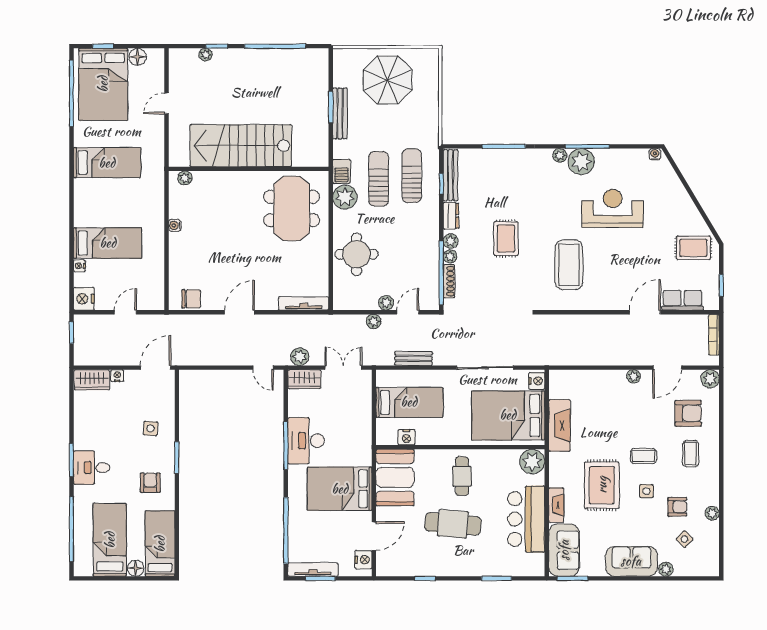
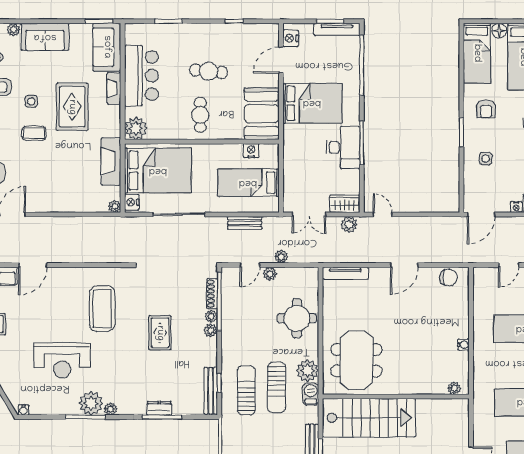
stairs: (241, 146) -> (369, 418), moved
sun lounger: (412, 176) -> (246, 390), turned 180
dresser: (451, 216) -> (159, 408), moved, turned 90
chair: (191, 299) -> (448, 277), turned 180
plant: (634, 376) -> (115, 206), moved
cafe table: (453, 524) -> (209, 71), width x0.73, depth x0.74

